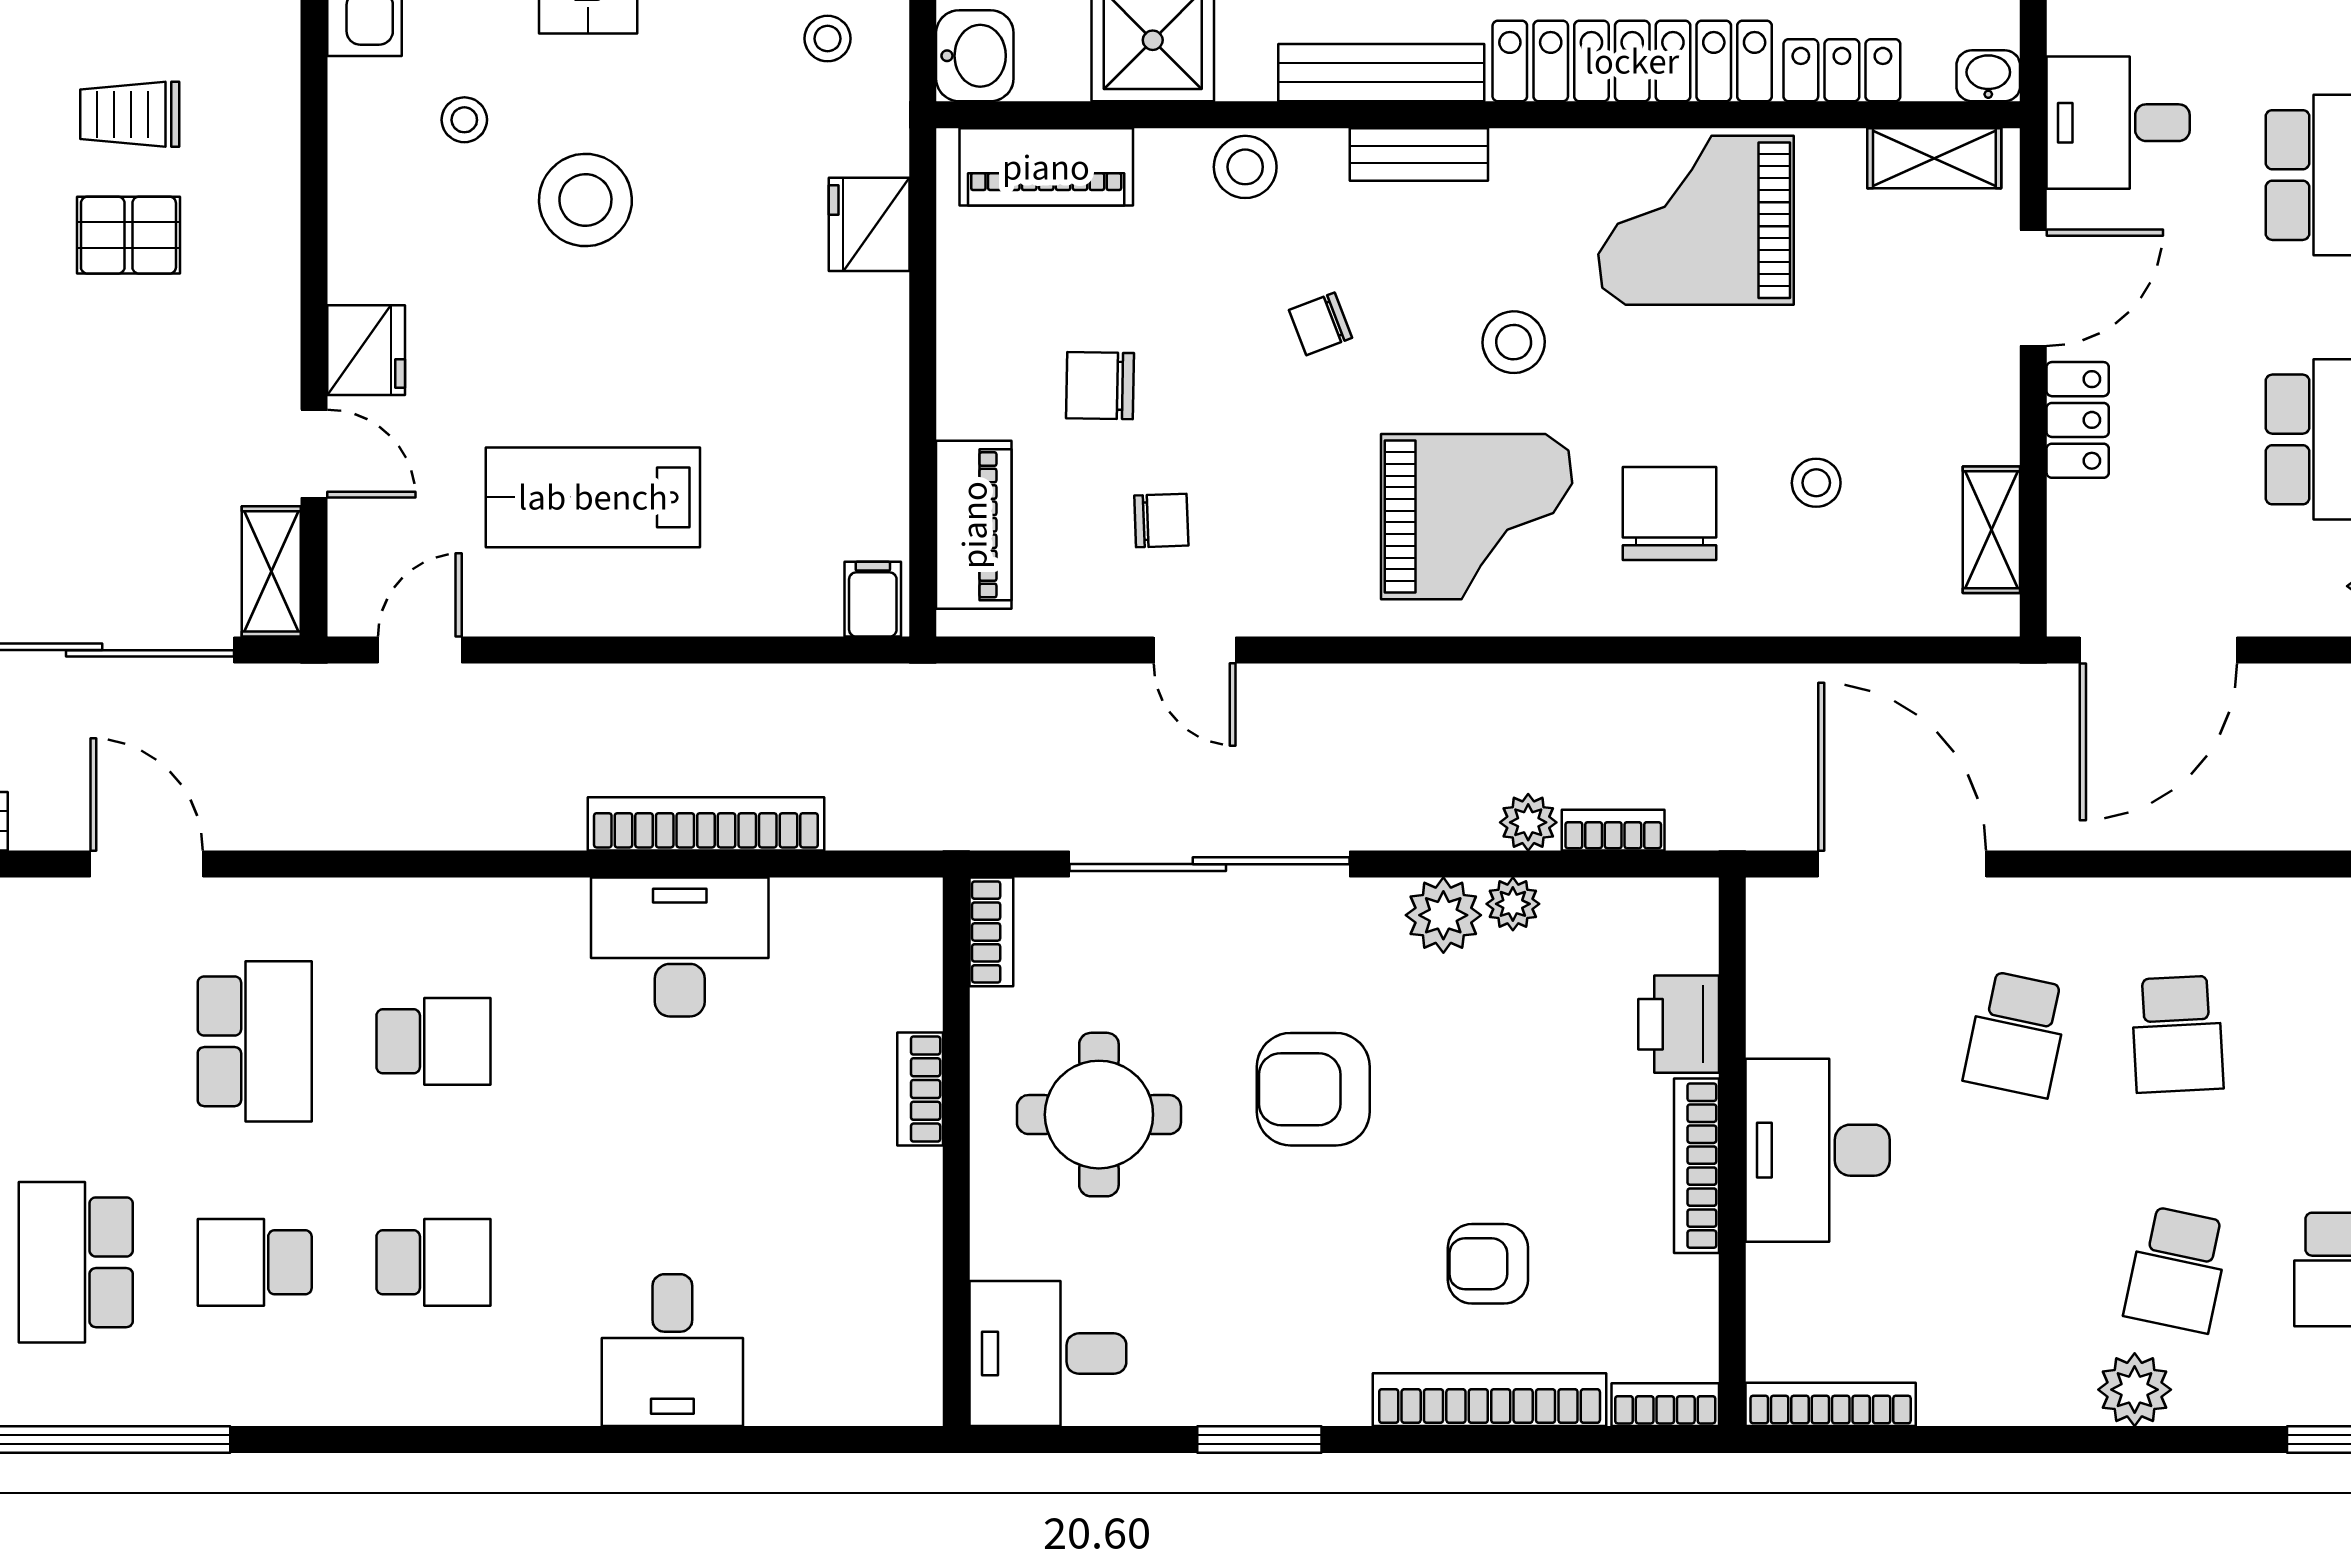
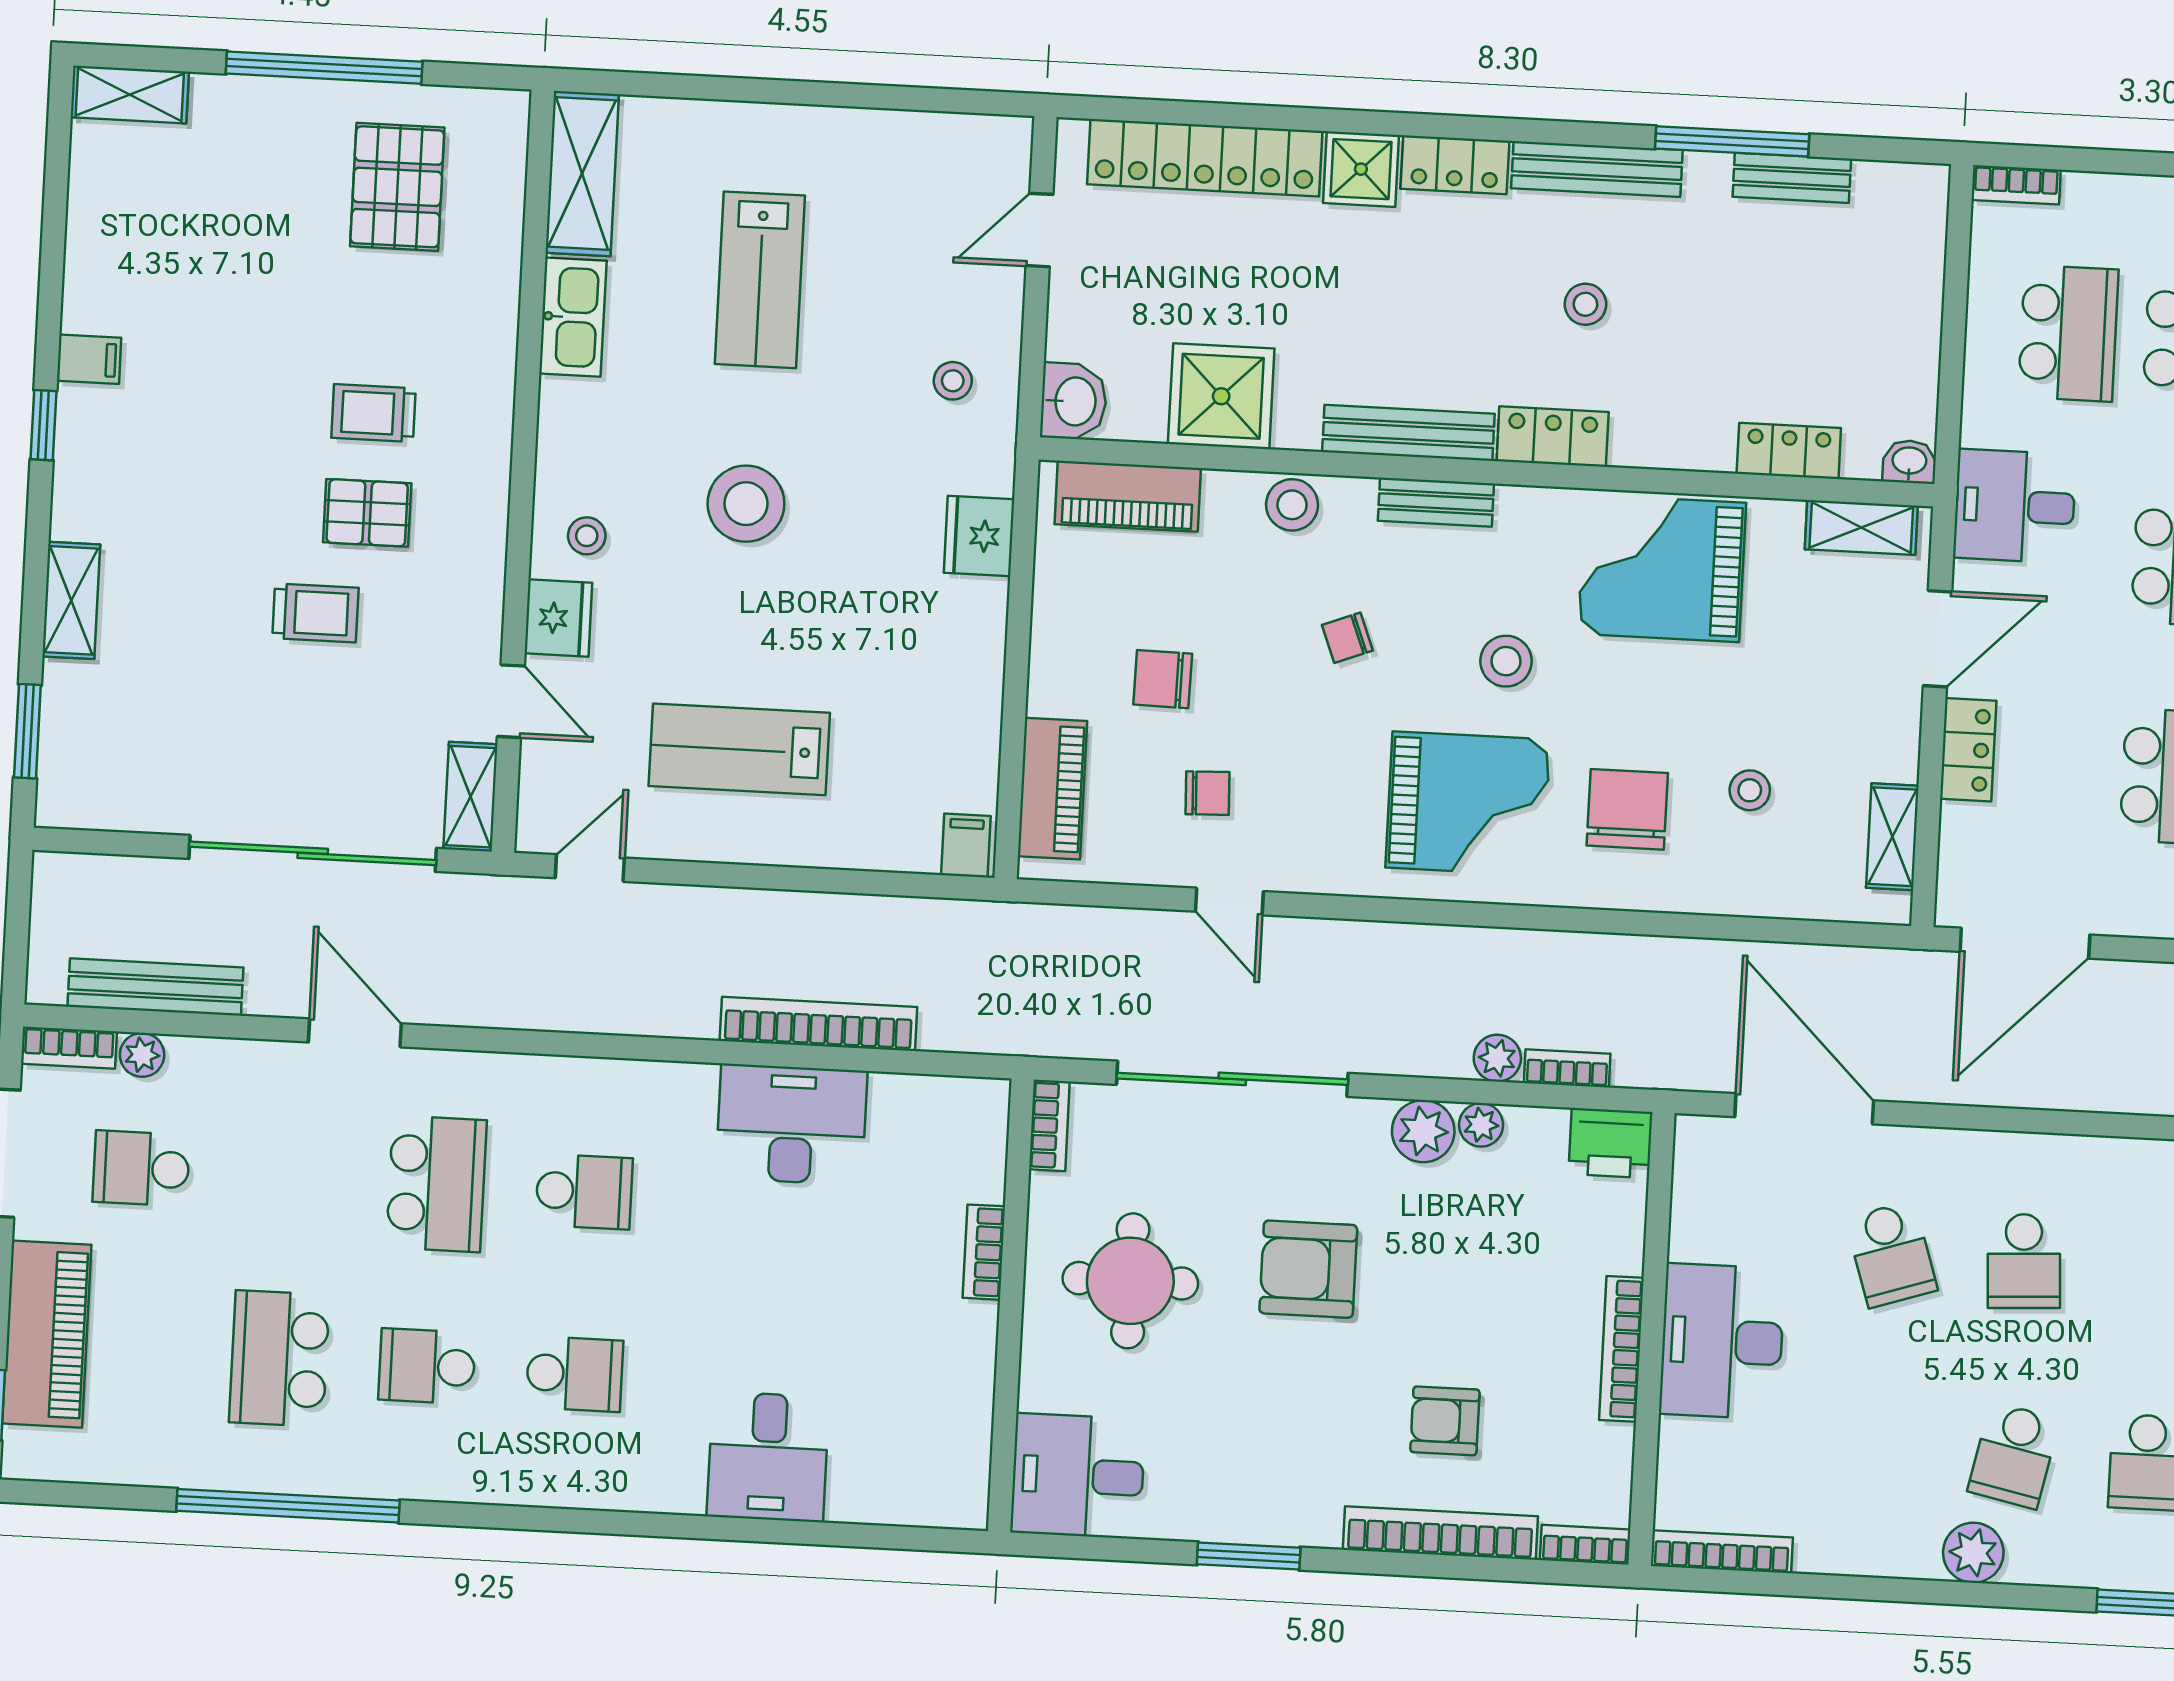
locker: (1632, 61) -> (1553, 437), width x0.46, depth x0.83
stool: (464, 120) -> (587, 536), moved
trolley: (72, 359) -> (315, 613), added
printer: (1679, 1024) -> (1610, 1143), moved, turned -90
school desk: (2017, 1034) -> (1891, 1254), turned -30

